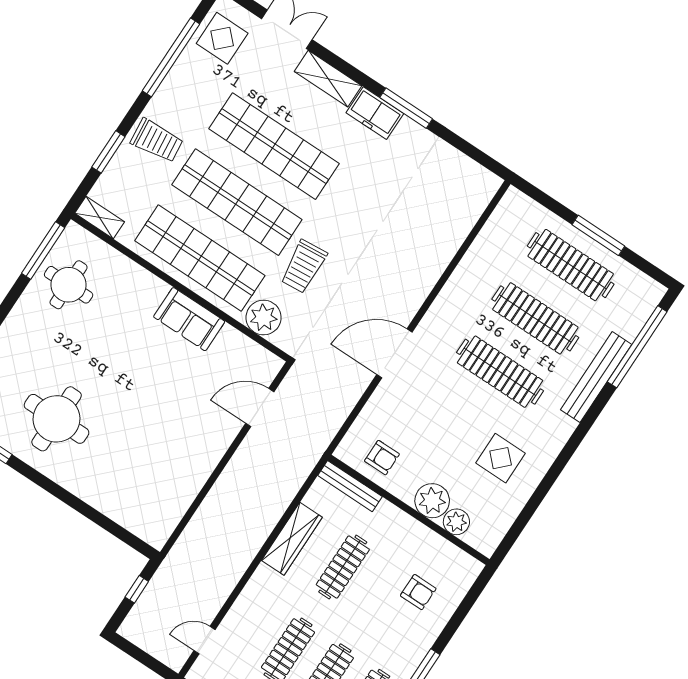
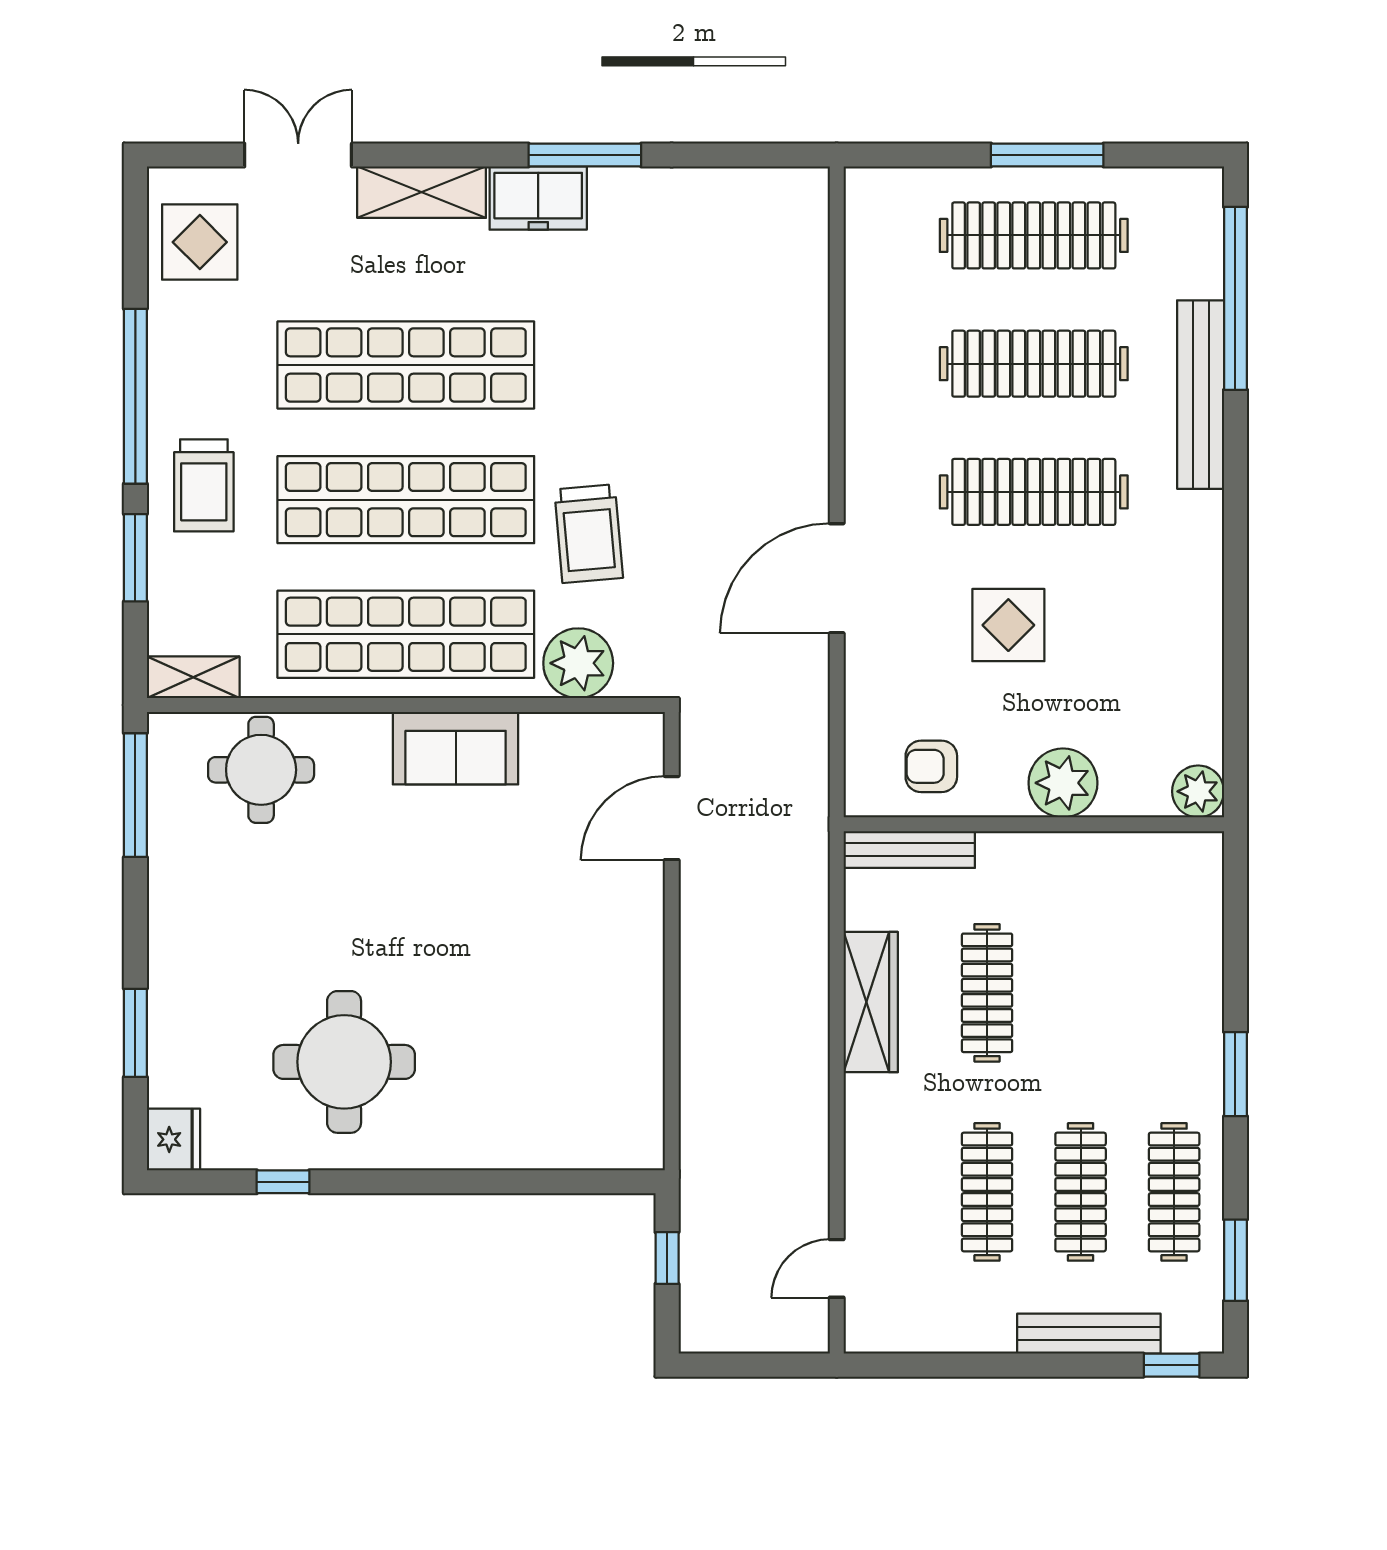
window: (171, 57) -> (135, 396), moved
trolley: (157, 141) -> (204, 485), turned 96
round table: (69, 285) -> (261, 770), moved
armchair: (382, 458) -> (931, 766), turned 180
display table: (501, 458) -> (1008, 625), moved
plant: (456, 522) -> (1198, 791), moved
armchair: (418, 592) -> (1141, 951), removed

